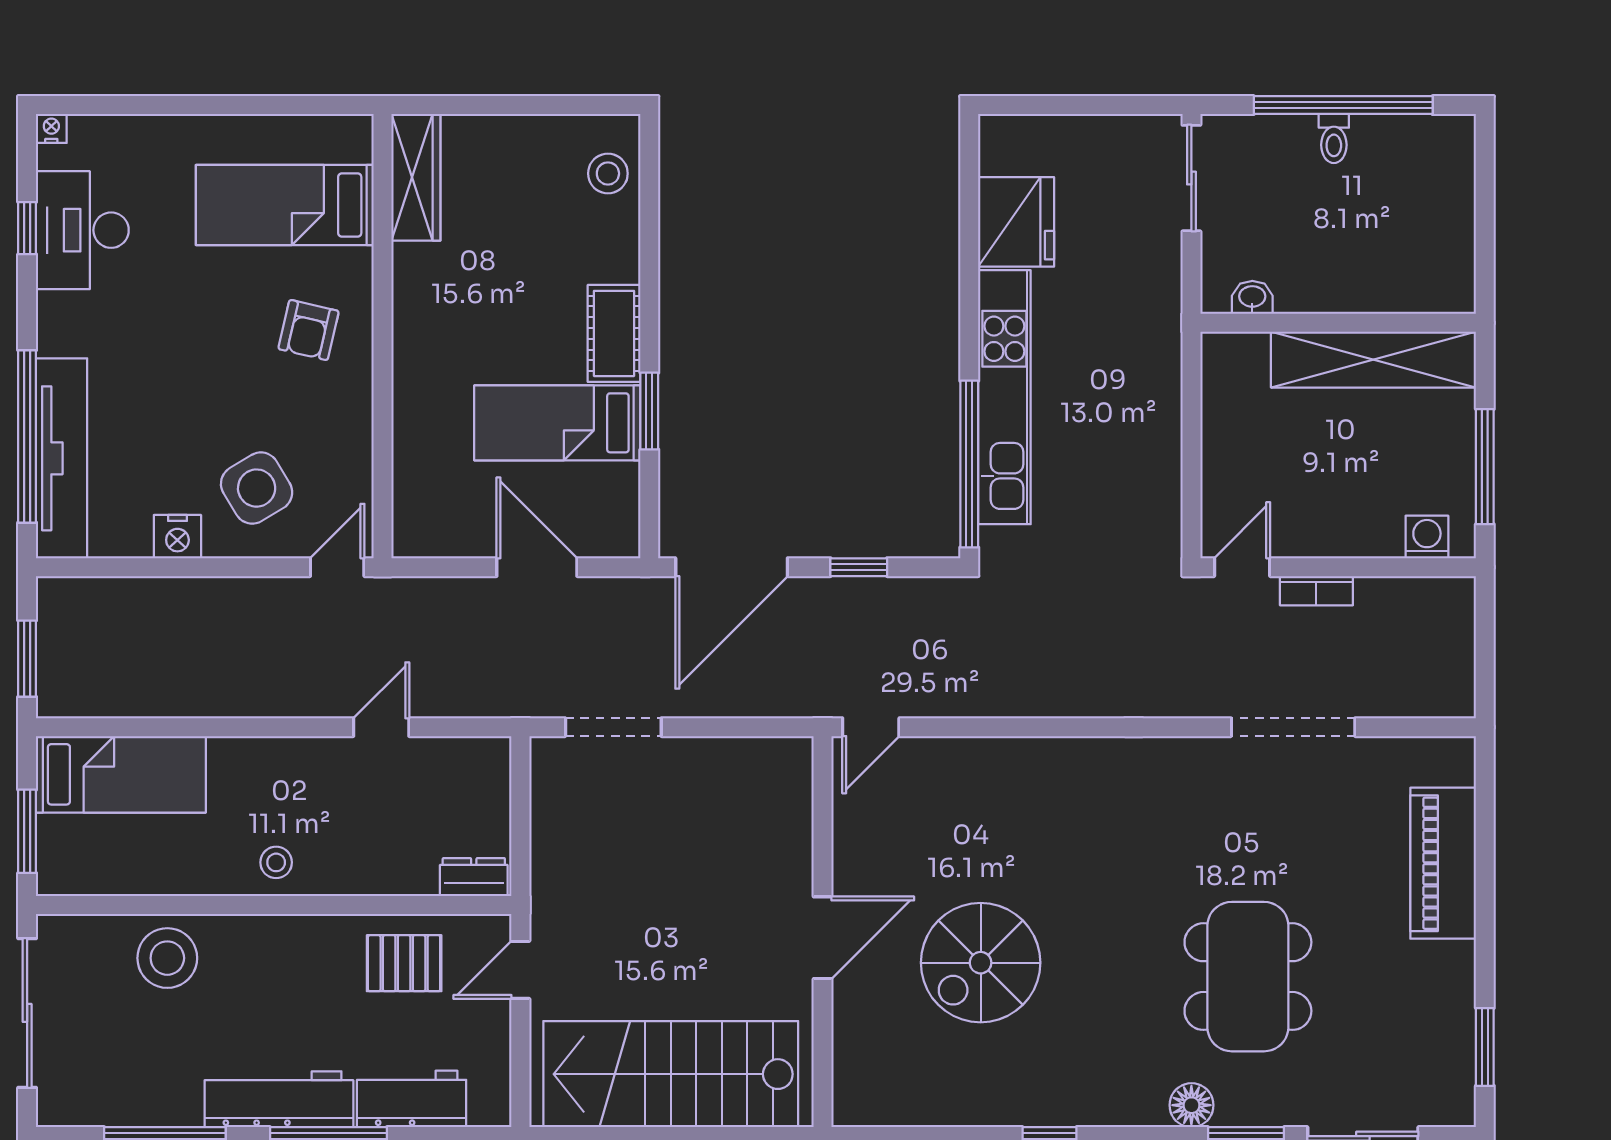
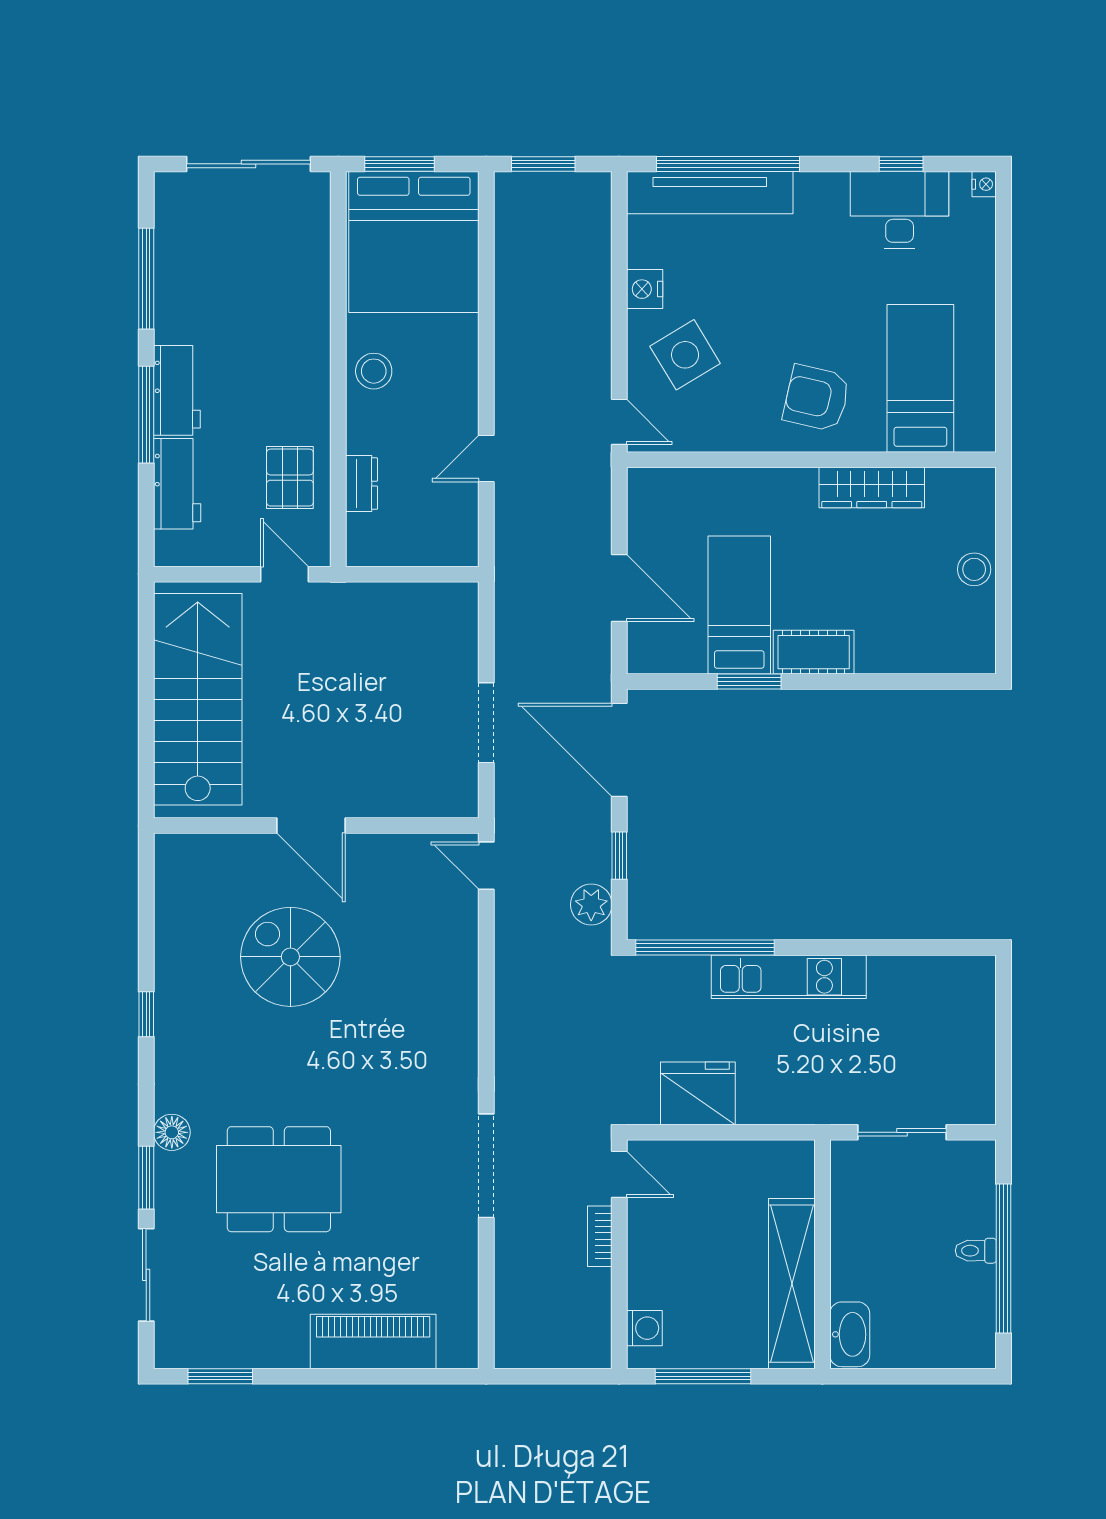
stool: (608, 173) -> (974, 569), moved
wardrobe: (416, 177) -> (872, 487), moved
sliding door: (1191, 178) -> (902, 1132), moved
fridge: (1016, 222) -> (698, 1093), moved, turned 180
washbasin: (1252, 297) -> (850, 1334), moved, width x1.91, depth x1.45
armchair: (309, 330) -> (816, 398), width x1.38, depth x1.38
kitchen unit: (1004, 397) -> (789, 977), width x0.73
door: (537, 567) -> (619, 588), hinge flipped
plant: (918, 601) -> (591, 905), added
door: (381, 727) -> (486, 459), swing flipped
doorway: (613, 727) -> (486, 723), moved
doorway: (1293, 727) -> (486, 1166), moved
bed: (121, 774) -> (414, 242), width x2.04
stool: (276, 862) -> (374, 371), width x1.37, depth x1.37
dresser: (474, 877) -> (362, 484), moved
stool: (167, 958) -> (294, 281), removed
workbench: (279, 1099) -> (177, 390), width x0.73

